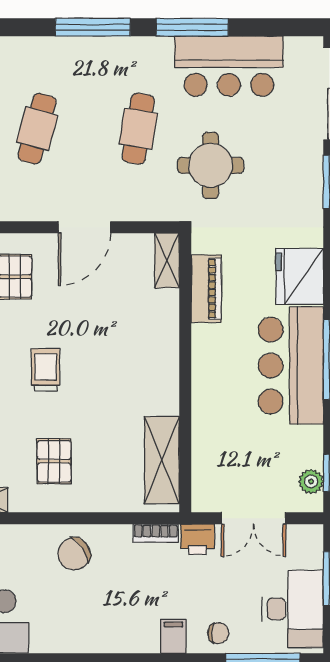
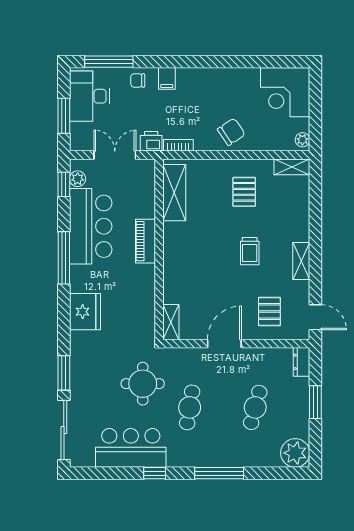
window: (192, 27) -> (155, 473), width x0.46
piano: (206, 289) -> (146, 241), moved
bar counter: (291, 366) -> (91, 226), moved

